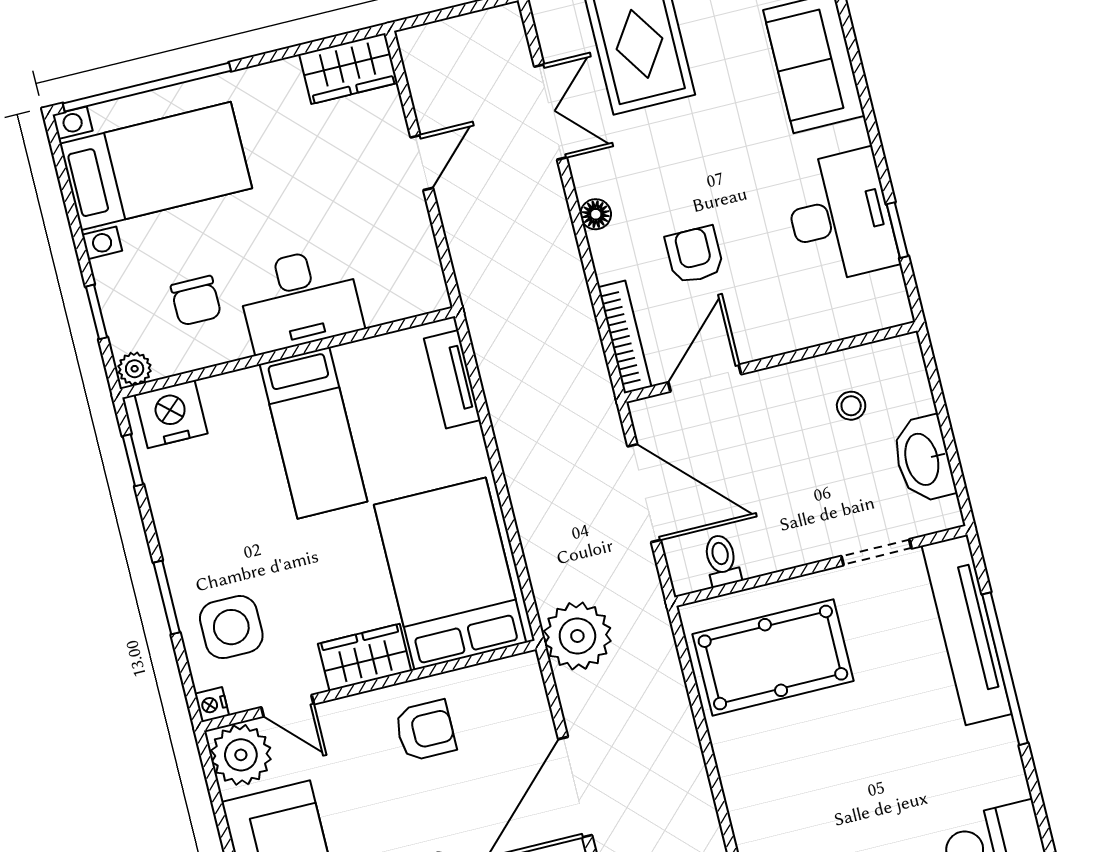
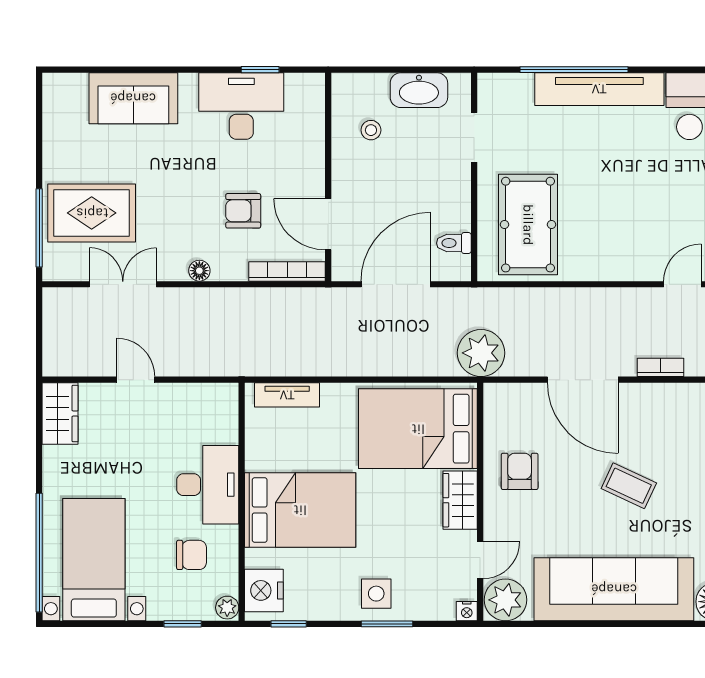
bed: (313, 433) -> (300, 510), width x1.50
side table: (231, 627) -> (376, 594), moved, width x0.73, depth x0.73
tv unit: (967, 630) -> (599, 89), moved

